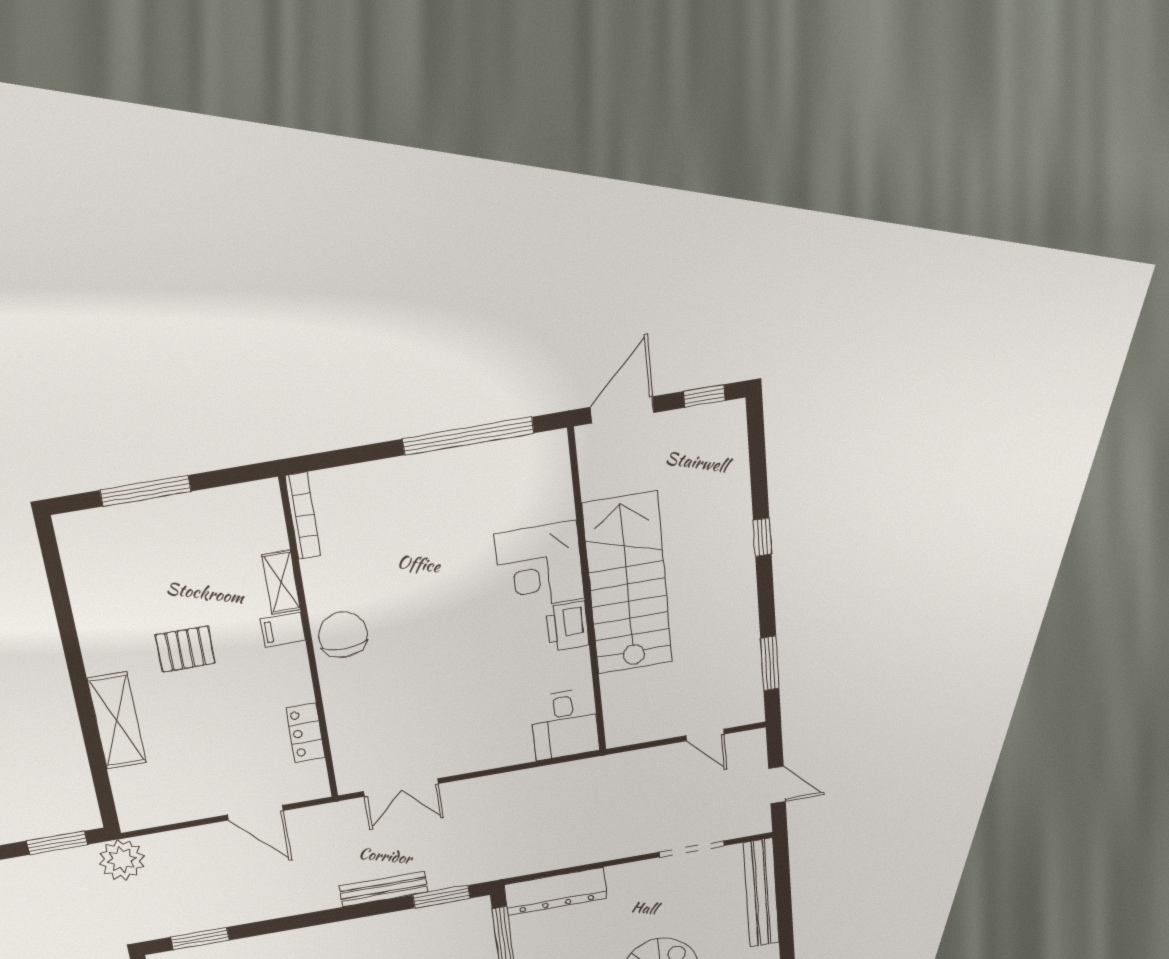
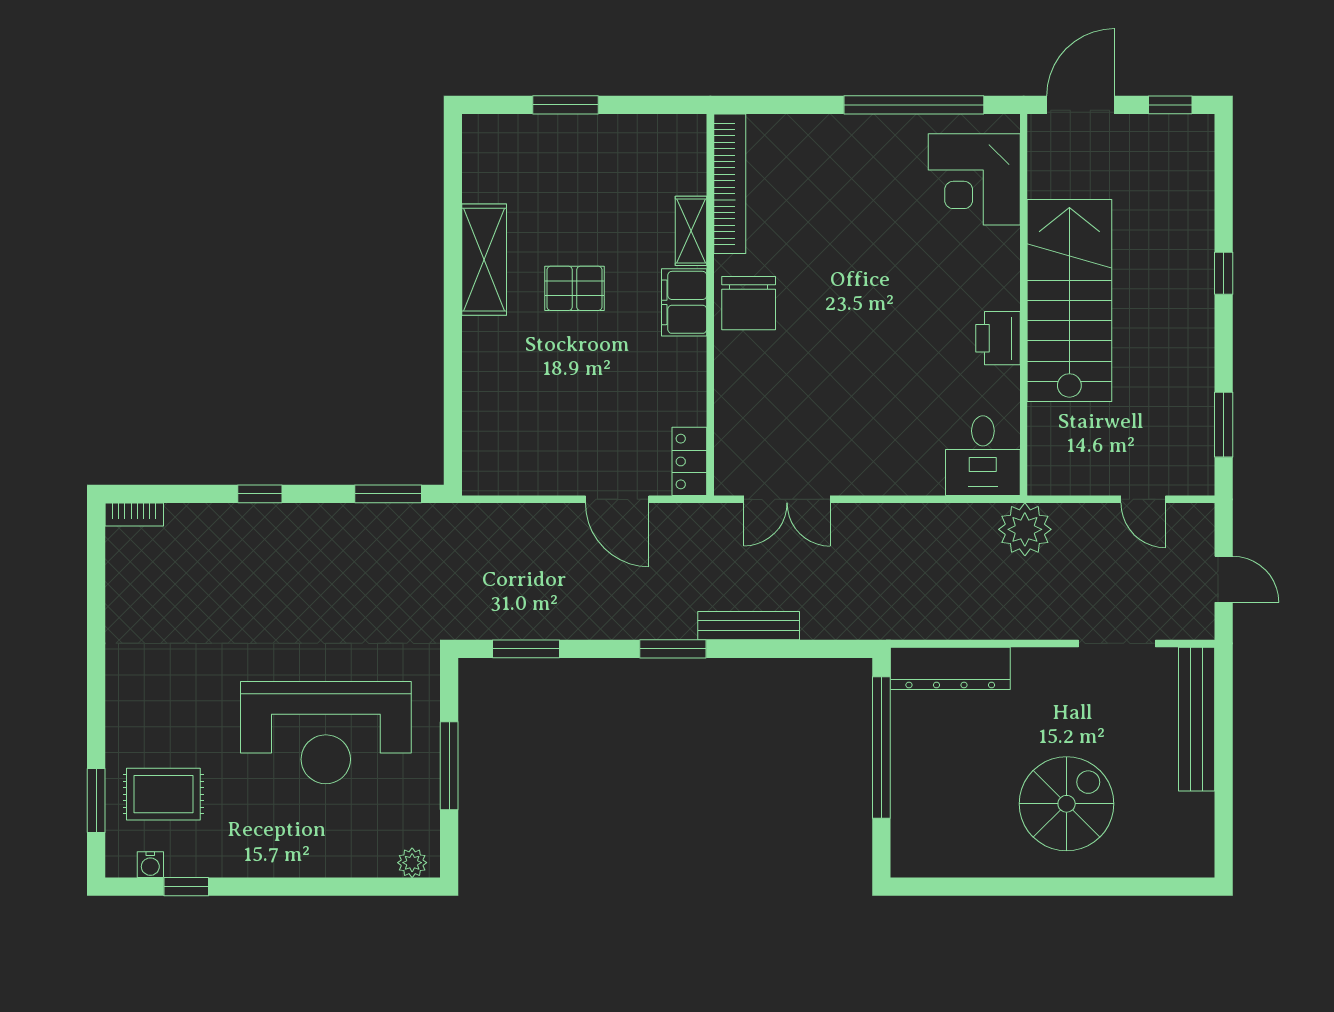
window: (146, 491) -> (566, 105), width x0.69
bookcase: (303, 516) -> (730, 184), width x1.48, depth x1.31
corner desk: (540, 566) -> (974, 179), moved
filing cabinet: (283, 630) -> (684, 302), width x2.00
chair: (343, 635) -> (749, 303), turned 180
shelving: (117, 721) -> (484, 260), moved
locker: (305, 733) -> (689, 461), moved
plant: (122, 860) -> (1025, 529), moved
window: (441, 897) -> (673, 649), moved

